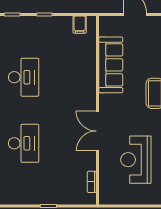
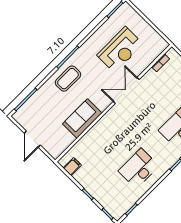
sofa: (111, 65) -> (82, 118), width x0.73
double door: (97, 131) -> (126, 91), swing flipped

